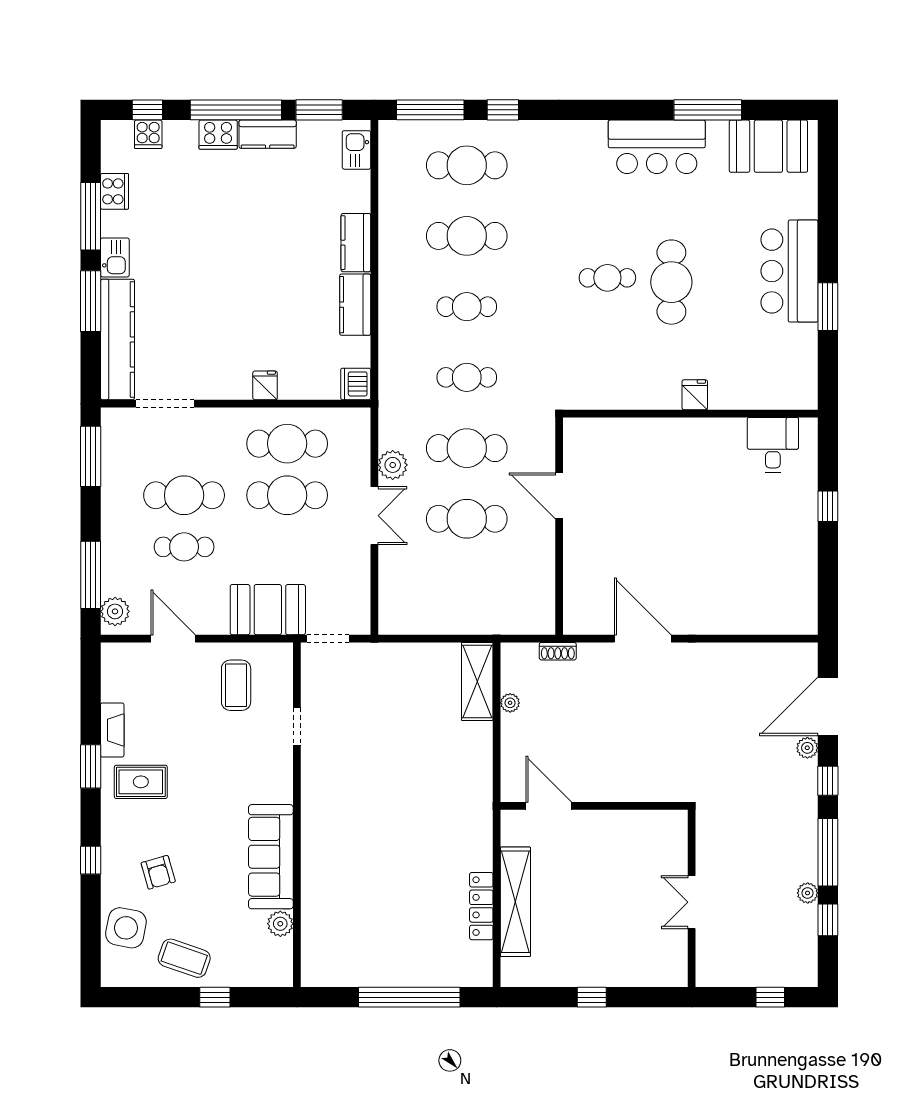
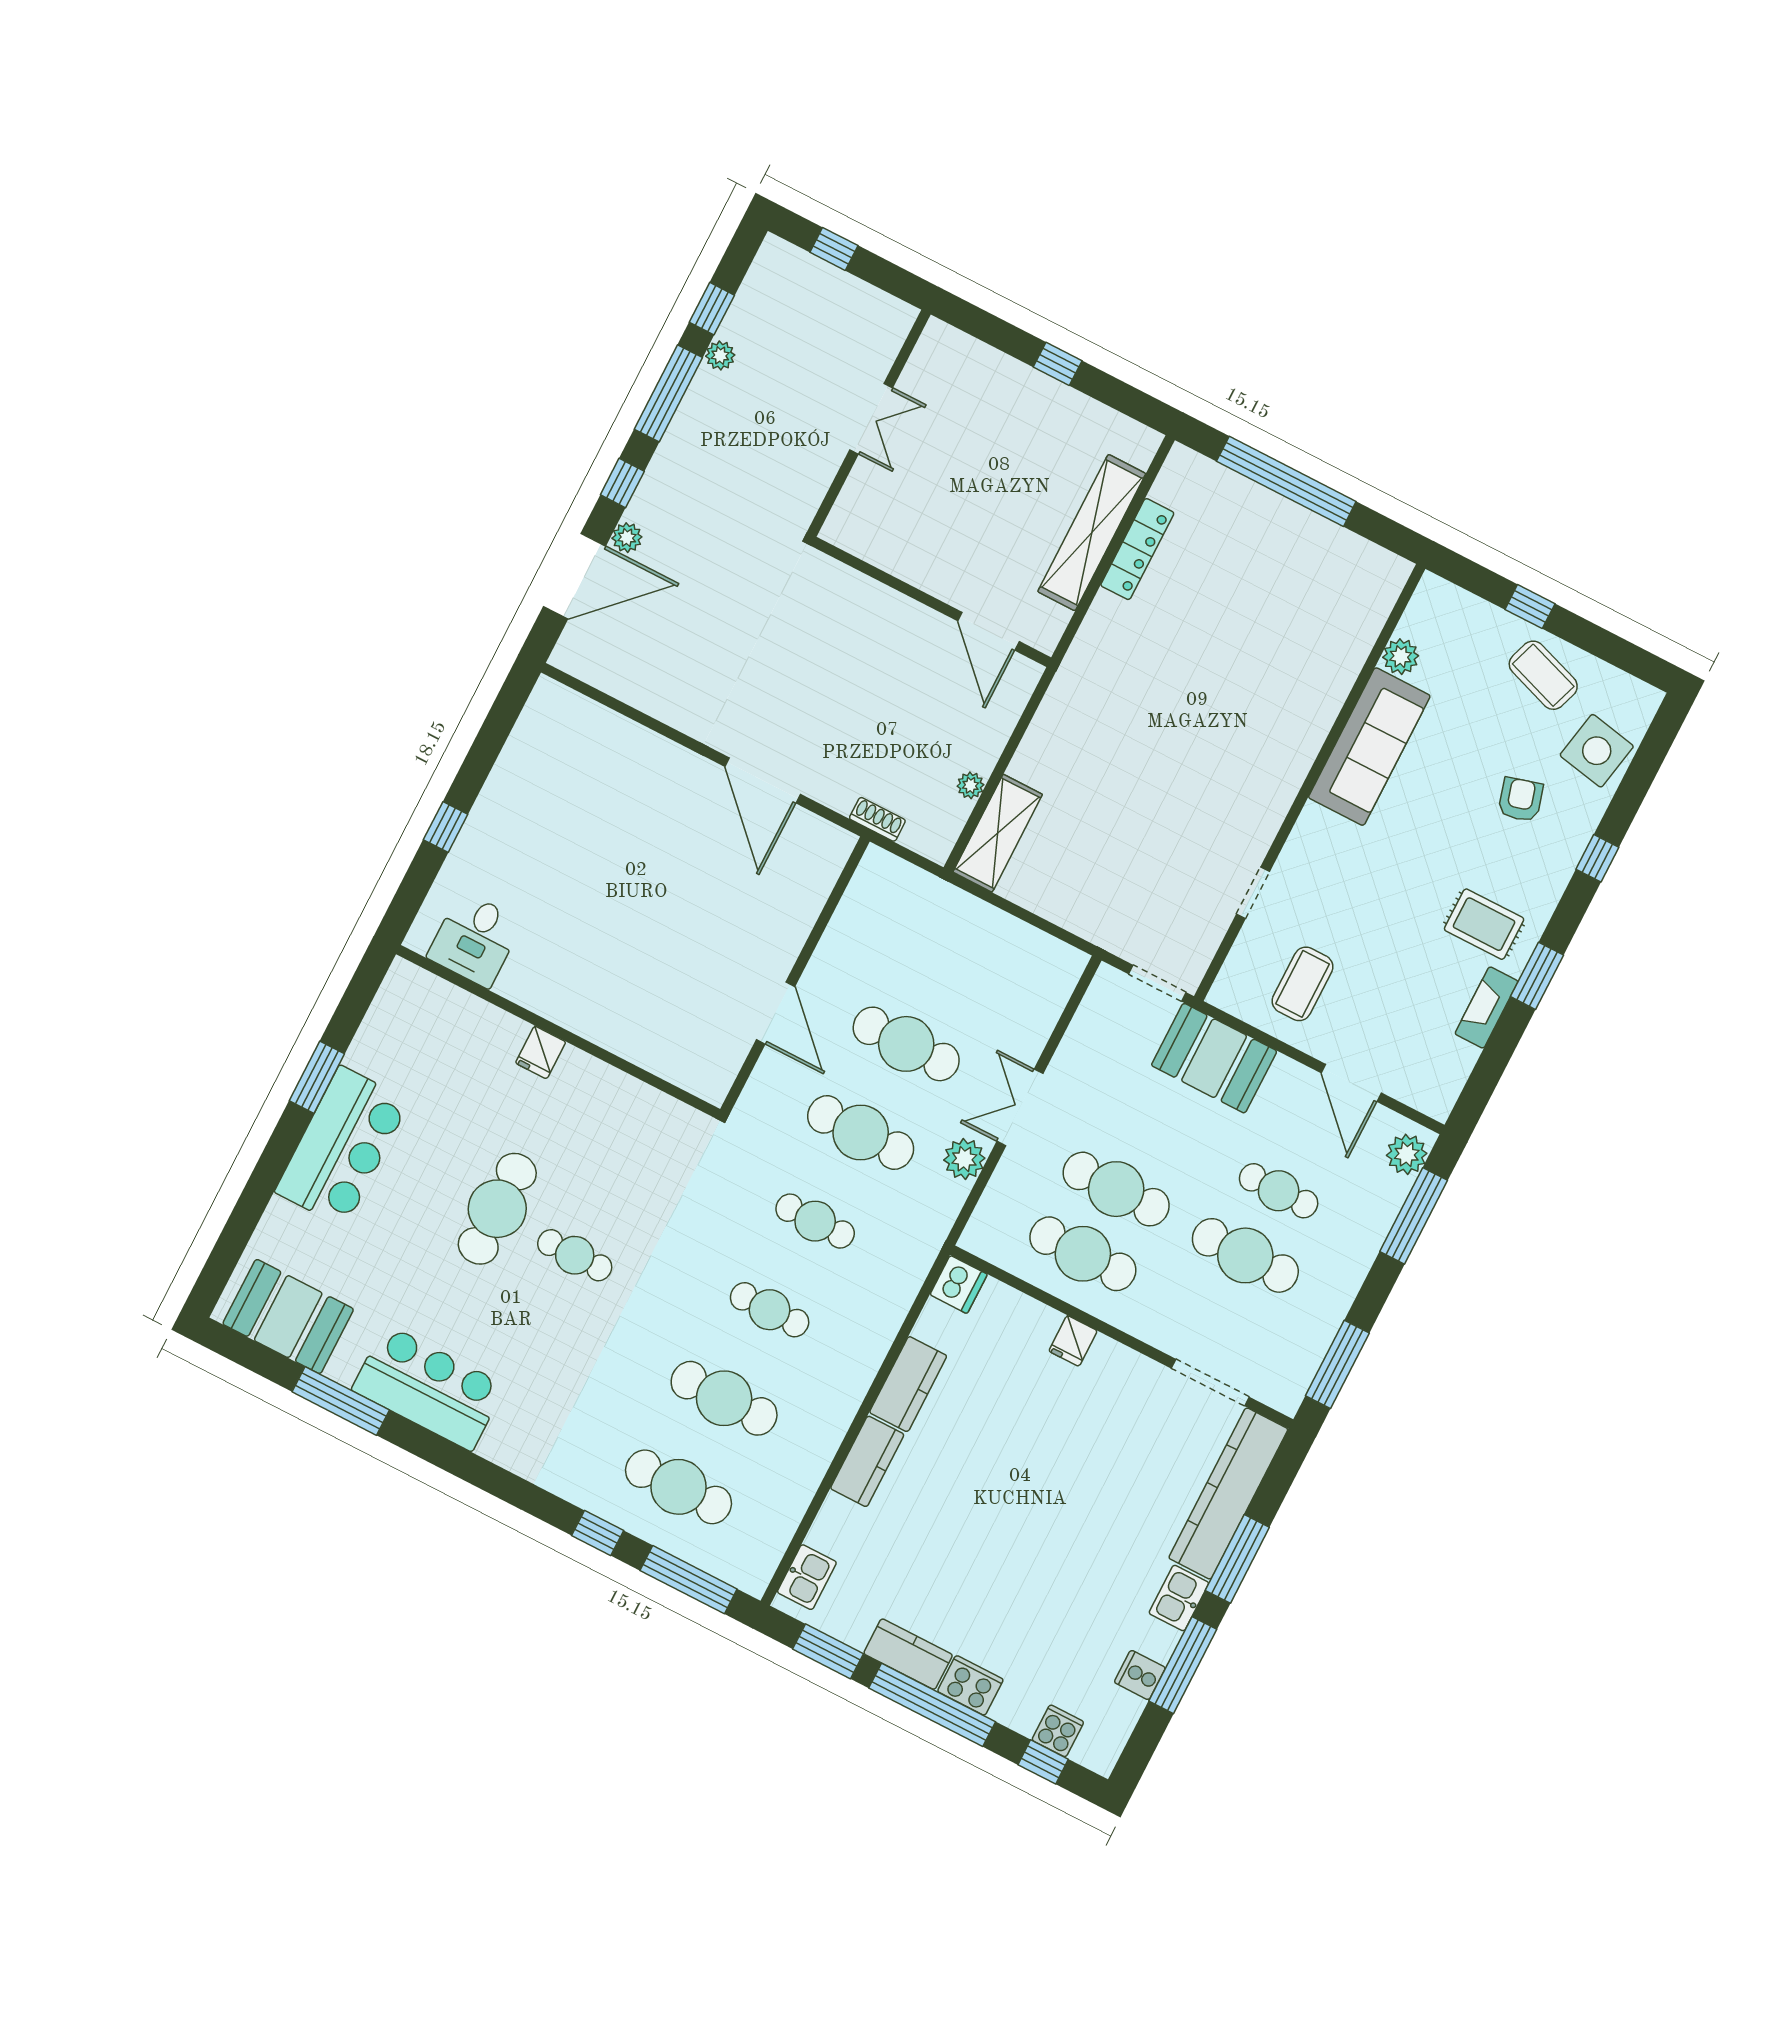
cooker: (115, 191) -> (1140, 1675), width x0.73

